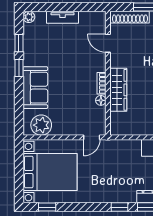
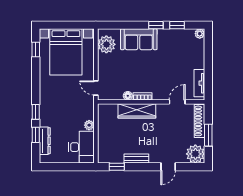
tv unit: (63, 17) -> (199, 83), moved
plant: (135, 145) -> (89, 125), added

